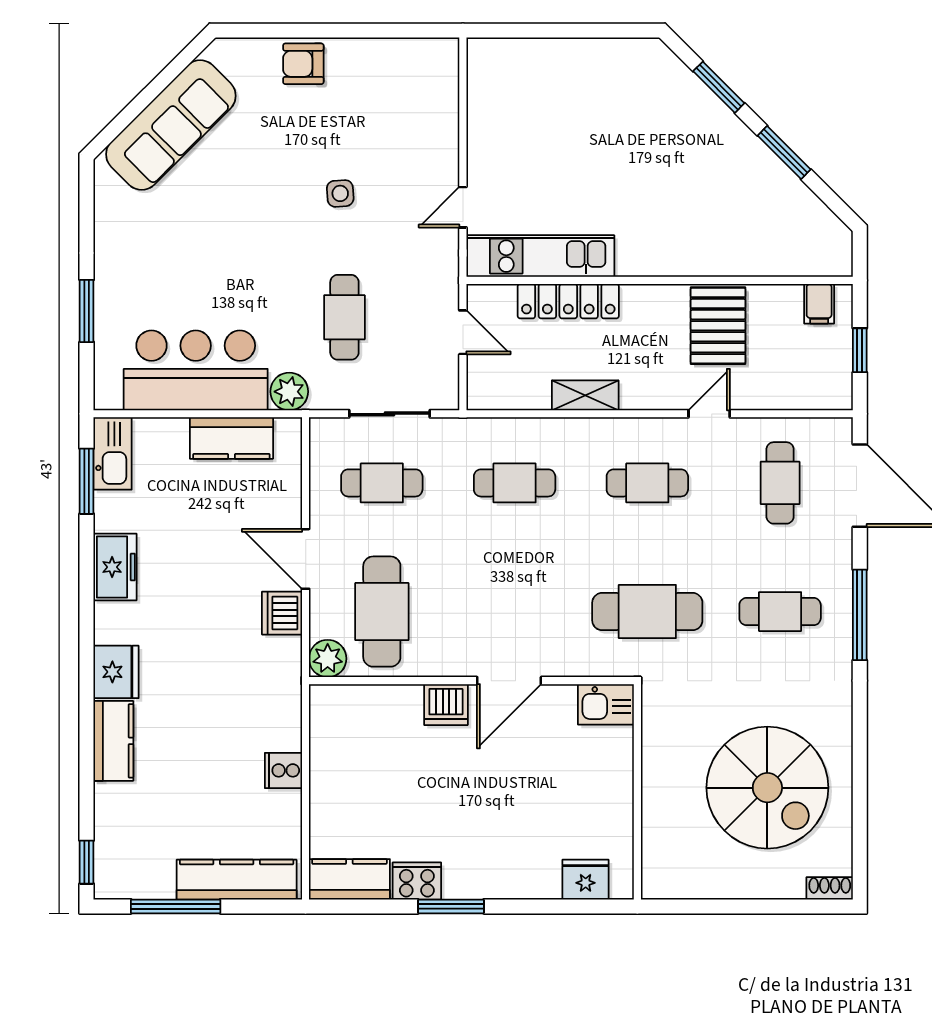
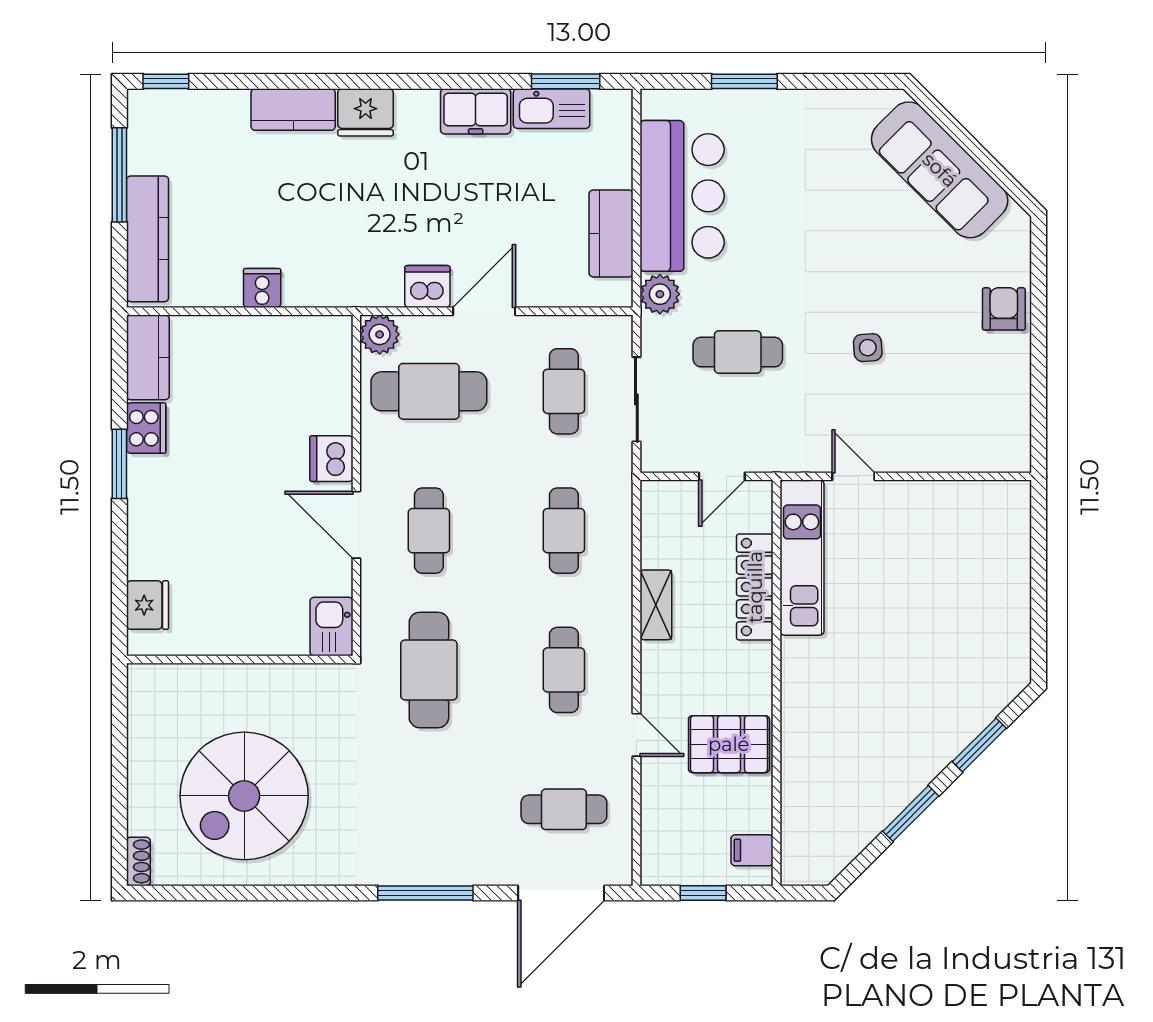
kitchen sink: (113, 453) -> (552, 109), moved
cafe table: (780, 612) -> (429, 531), moved

